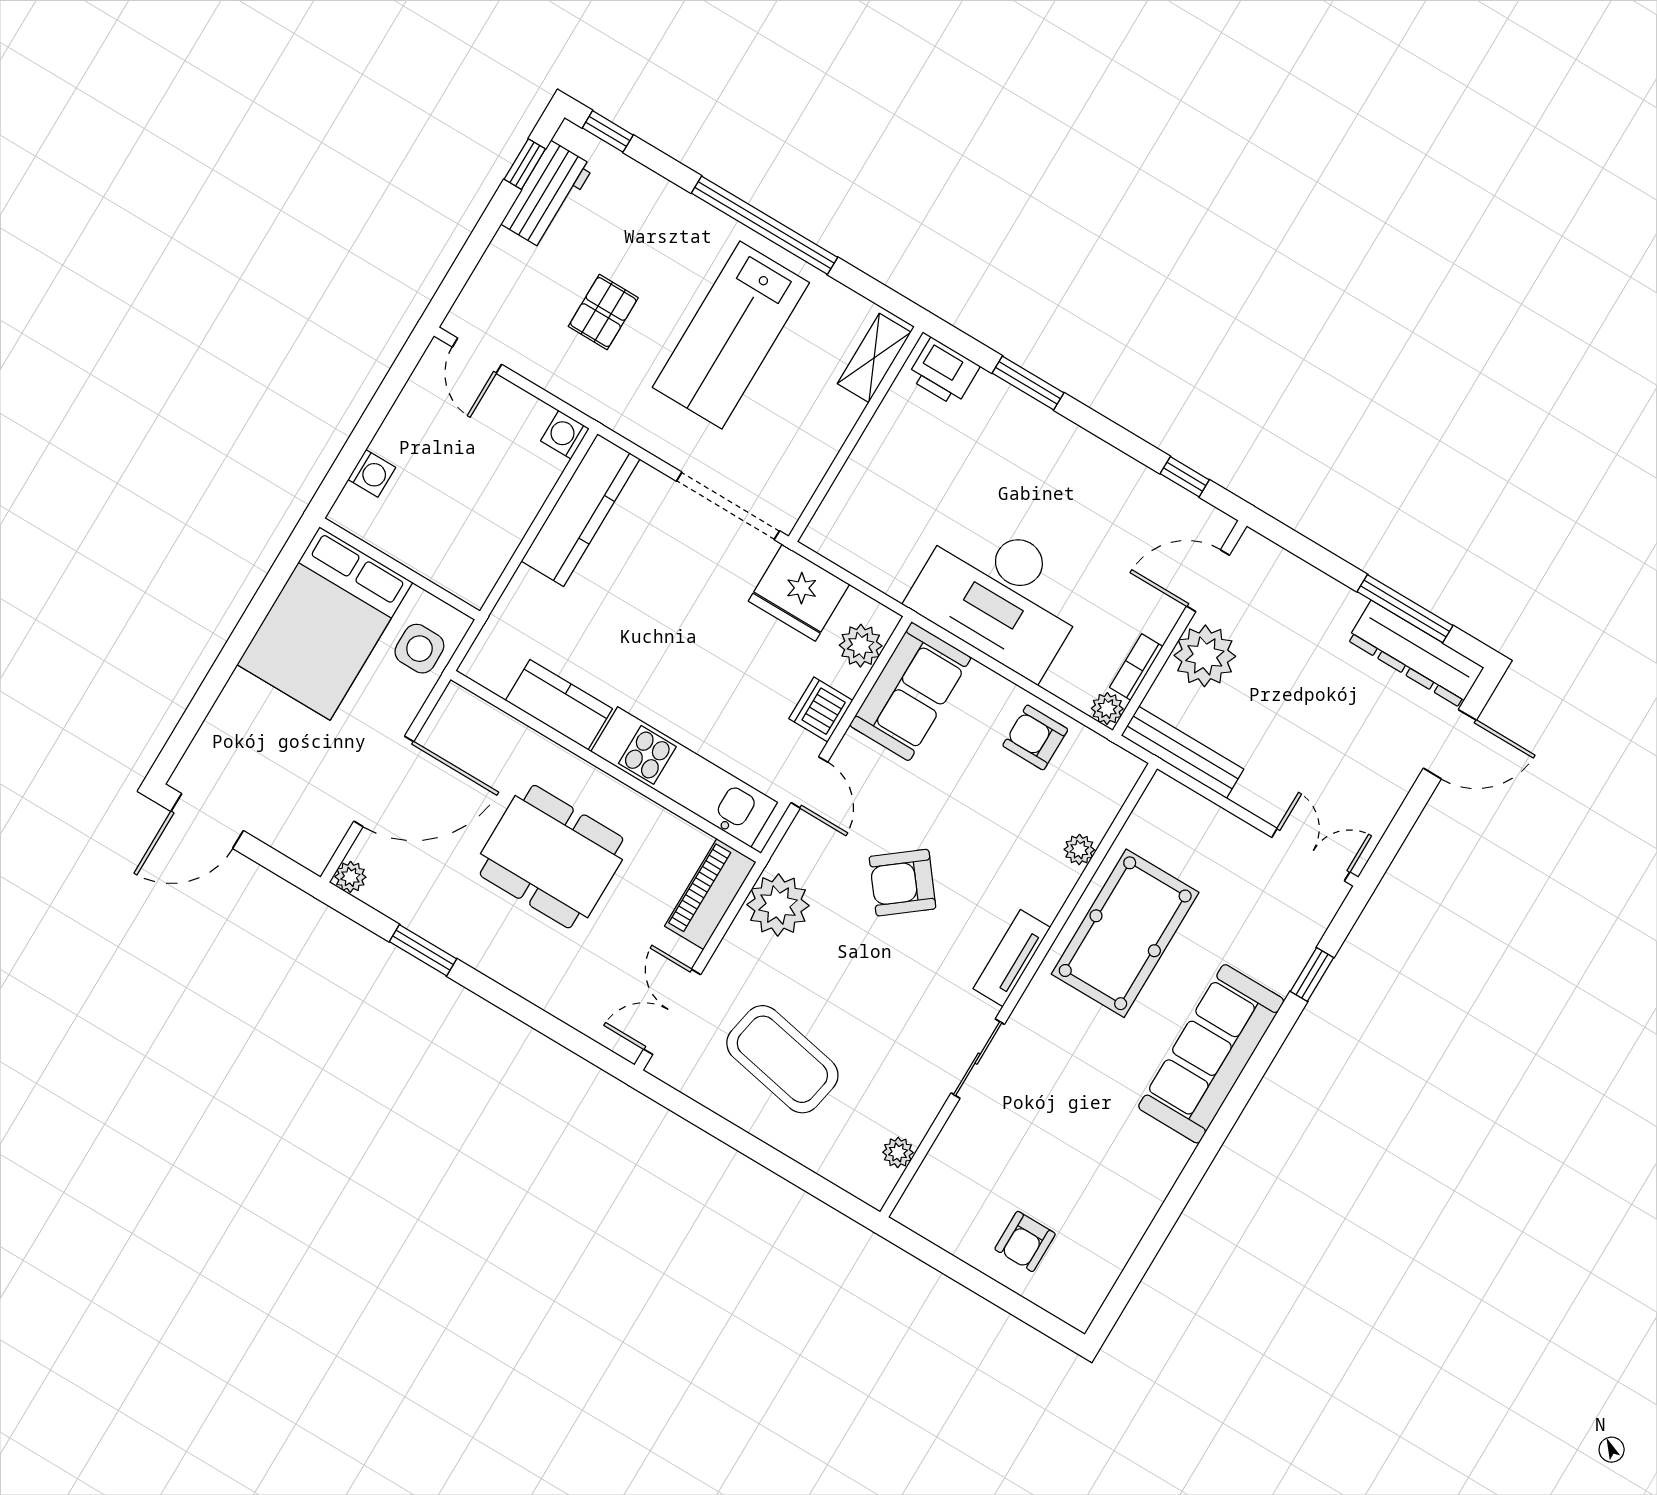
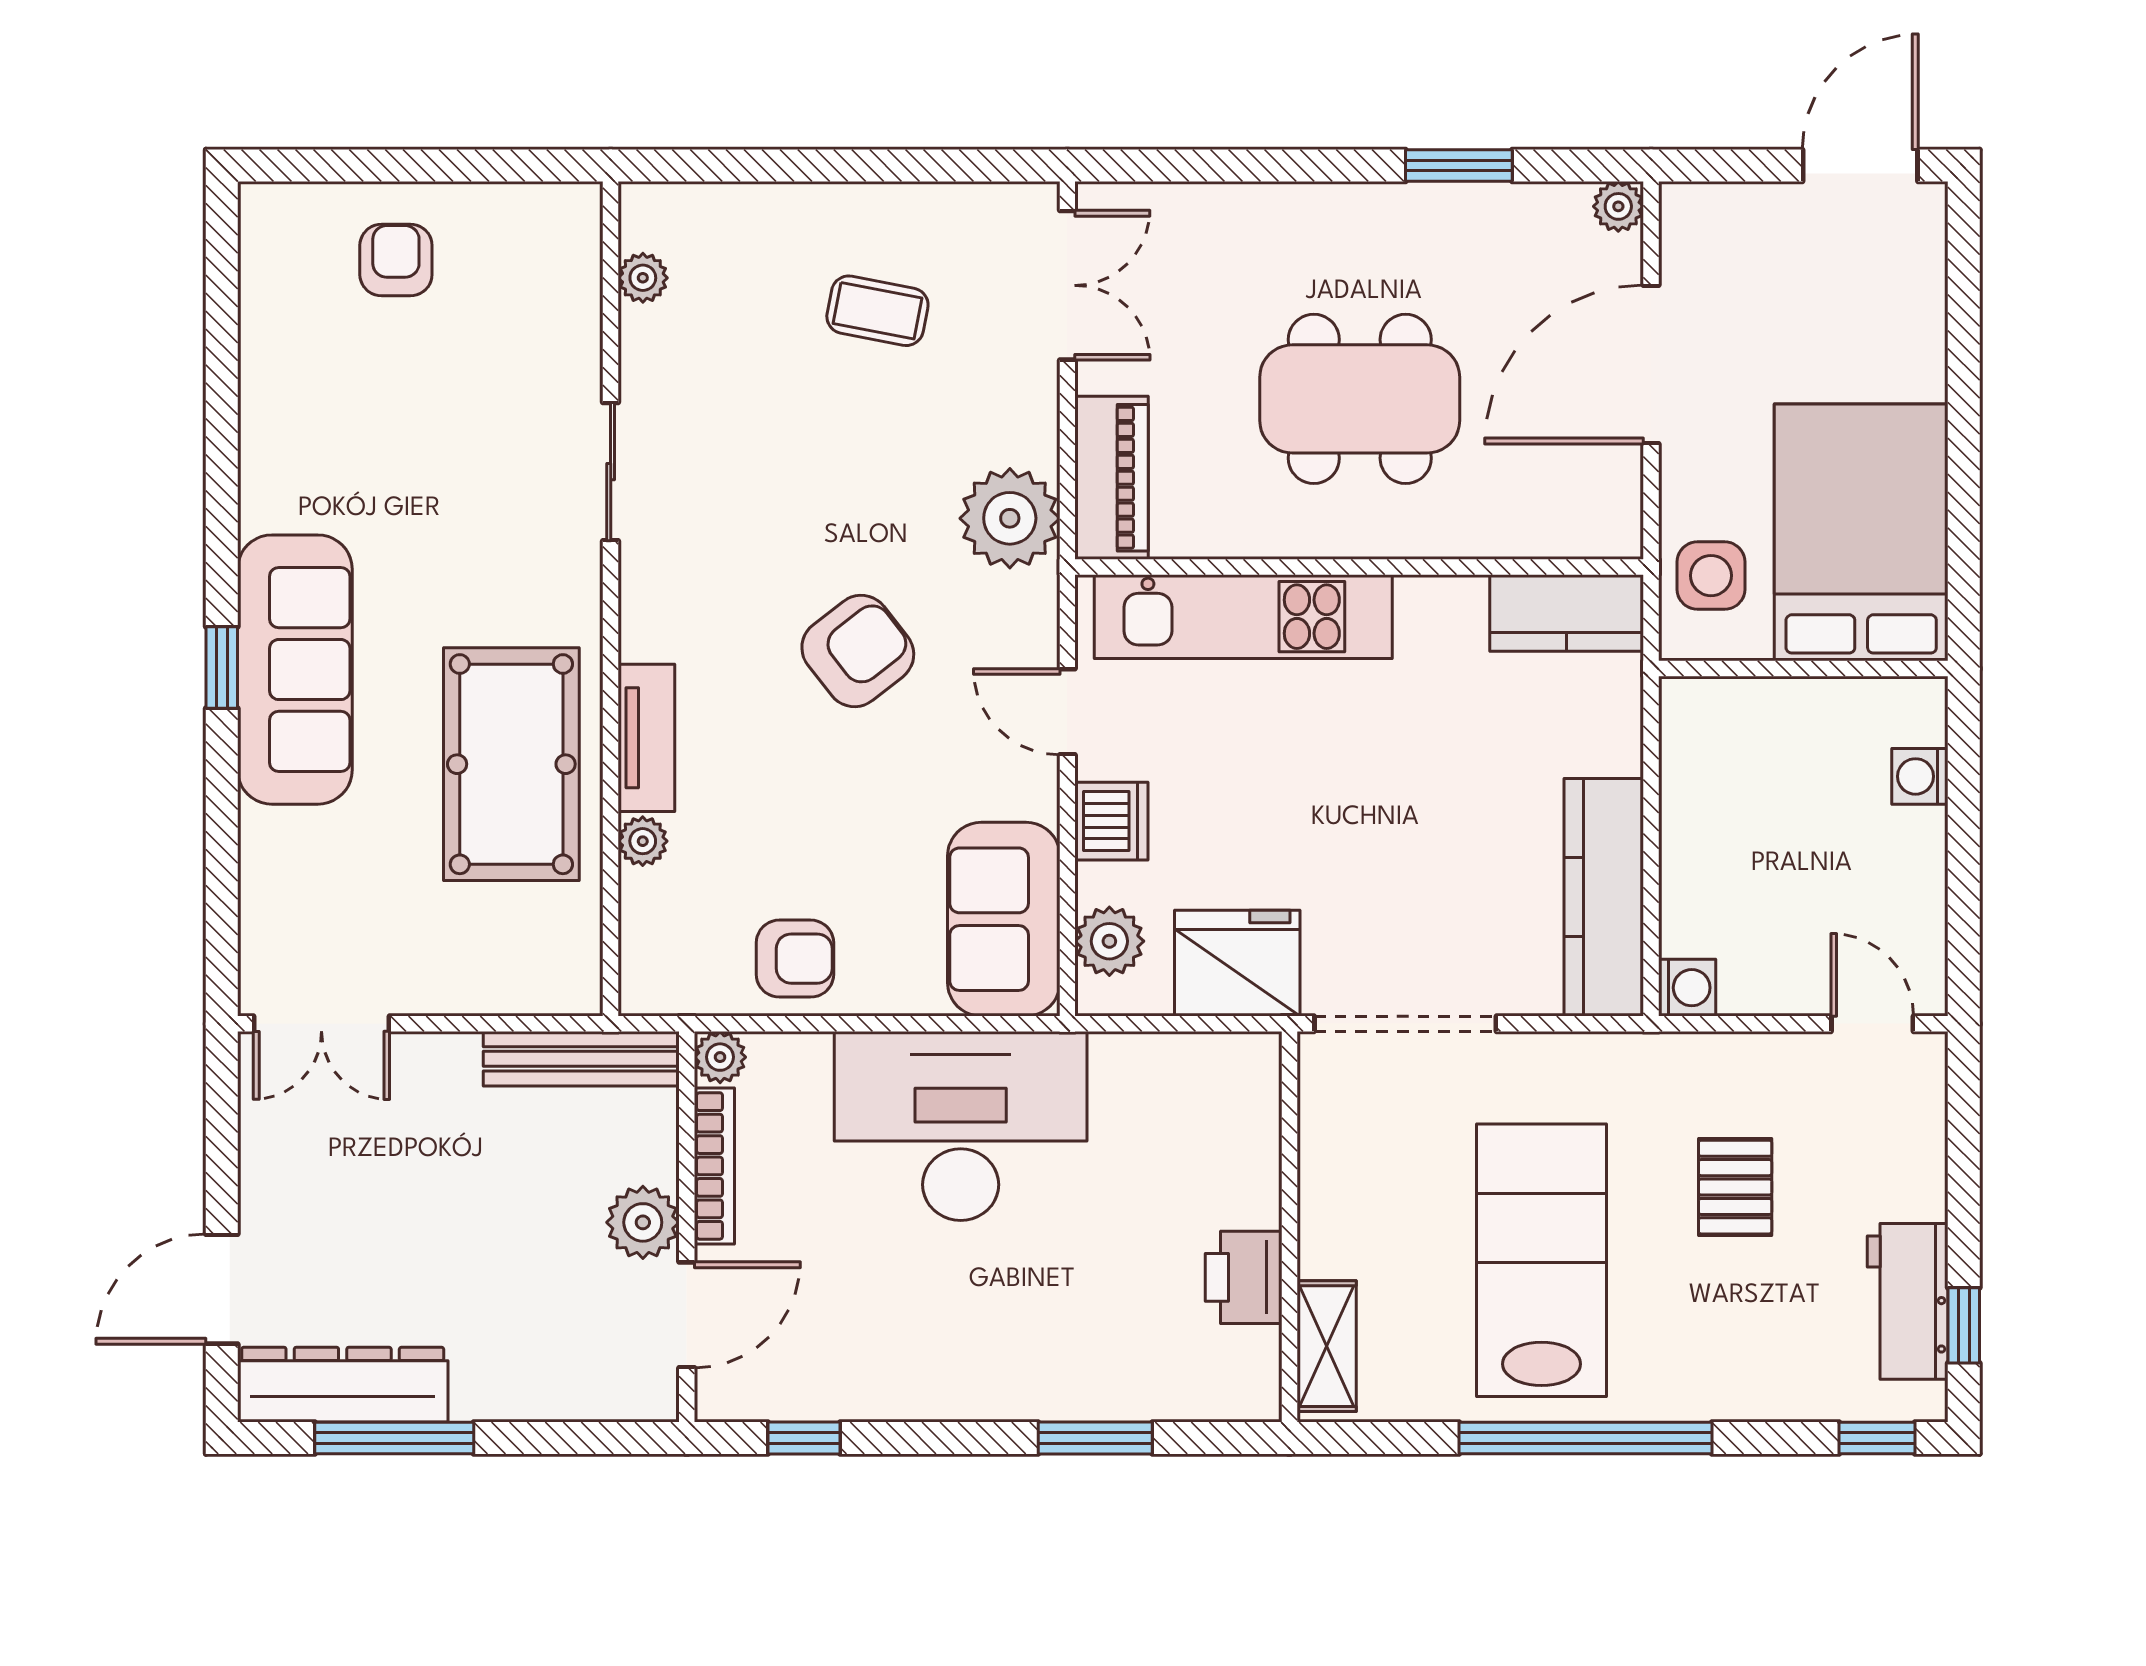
printer: (944, 372) -> (1244, 1277), moved, turned -90
plant: (1205, 656) -> (643, 1222), width x0.73, depth x0.73
bookcase: (1136, 667) -> (714, 1166), width x1.56
kitchen counter: (559, 705) -> (1567, 613), moved
tv unit: (1012, 958) -> (646, 738), moved
window: (1312, 975) -> (222, 668), moved
coffee table: (782, 1059) -> (877, 311), width x0.54, depth x0.58

